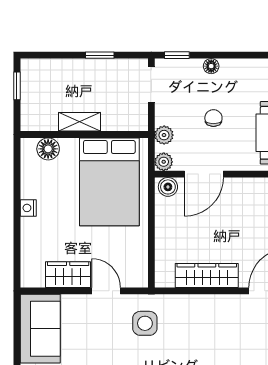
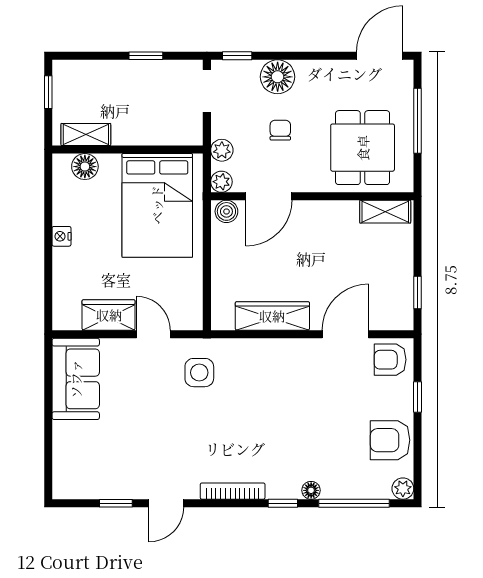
floor lamp: (211, 66) -> (278, 77), width x1.89, depth x1.89
shelving: (79, 122) -> (86, 134), moved

